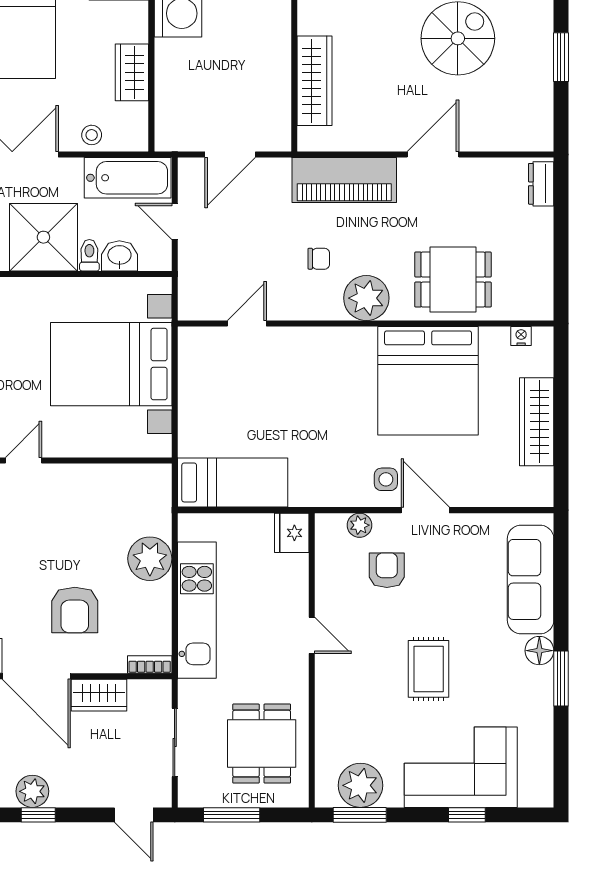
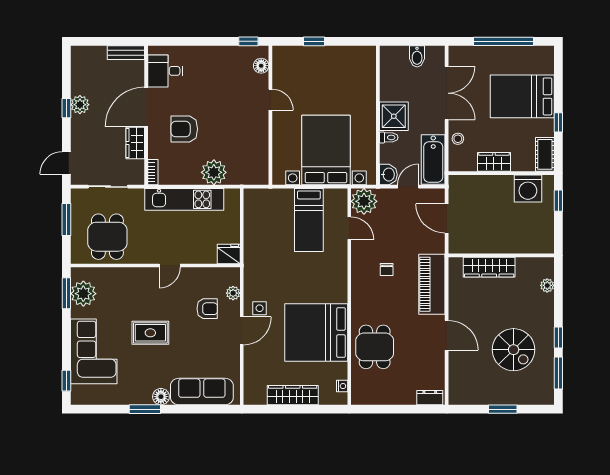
shower: (43, 237) -> (394, 116), width x0.73, depth x0.73
washbasin: (119, 256) -> (388, 175), moved
plant: (366, 298) -> (364, 201), moved
bed: (233, 482) -> (309, 220), moved
dining table: (262, 744) -> (107, 237), turned 90
window: (467, 815) -> (66, 381), moved

